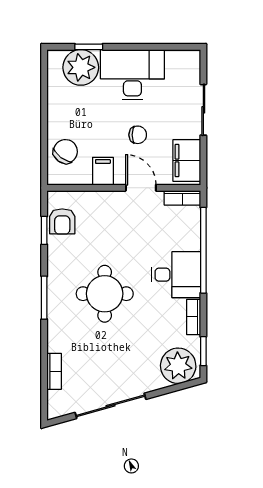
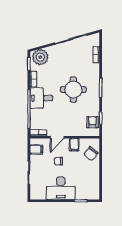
plant: (81, 67) -> (84, 192), removed
filing cabinet: (187, 161) -> (36, 150), width x0.50
door: (141, 188) -> (57, 137), hinge flipped

